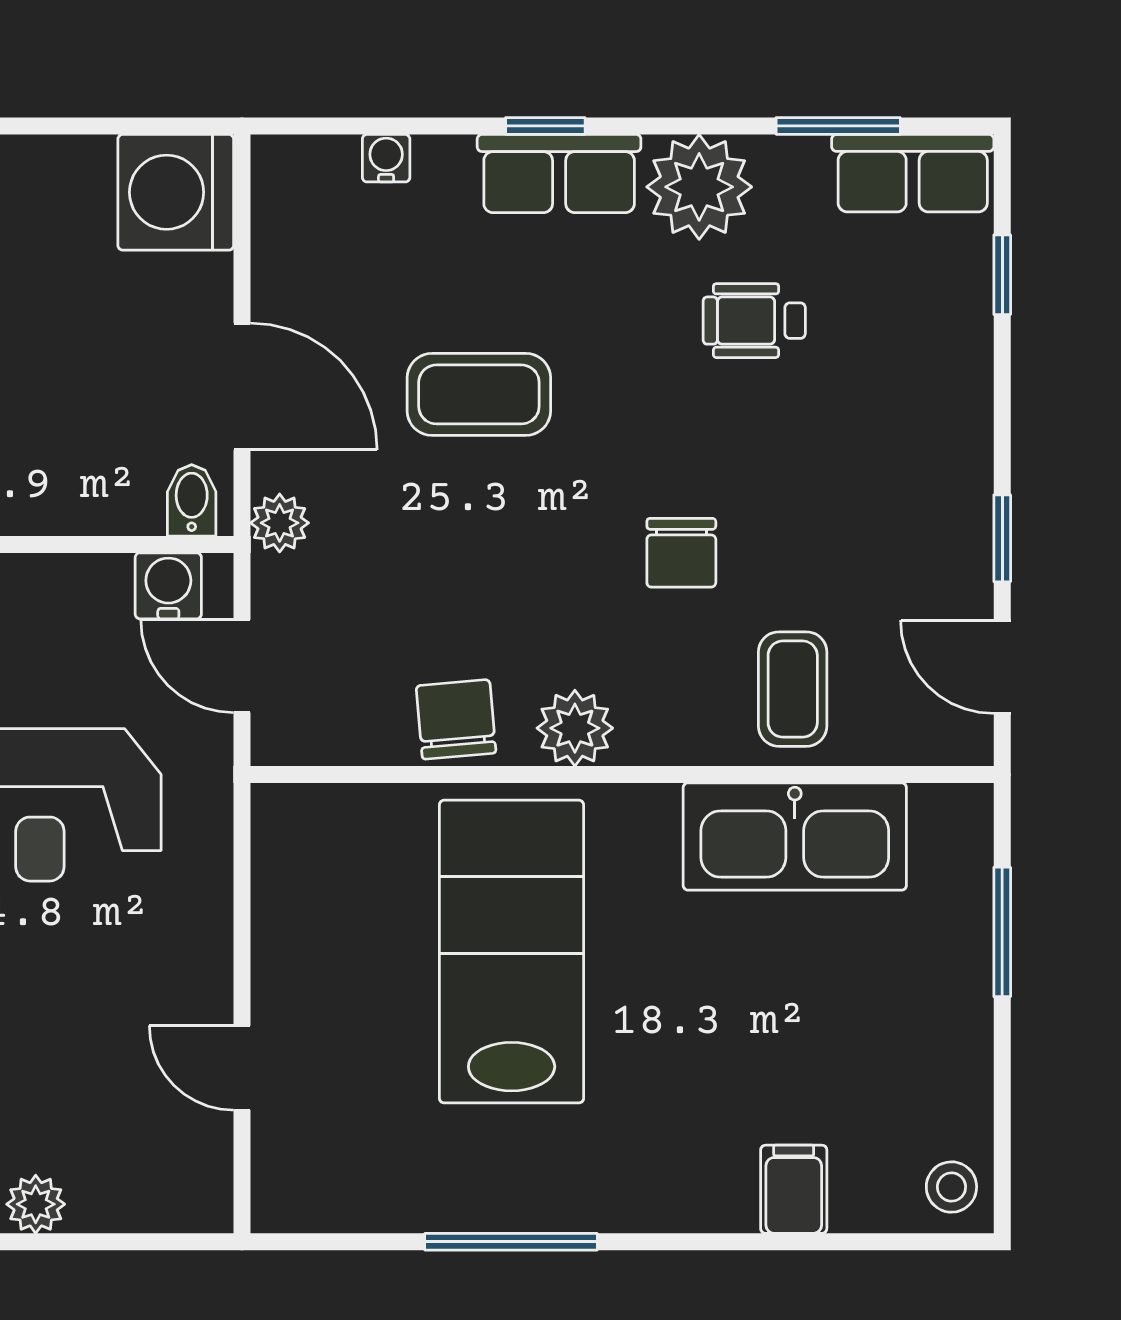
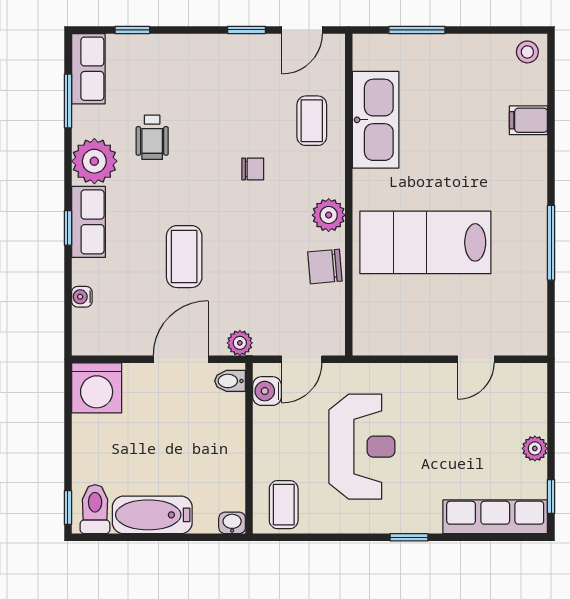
chair: (681, 553) -> (253, 169), width x0.73, depth x0.73
coffee table: (793, 689) -> (312, 121), turned 90

